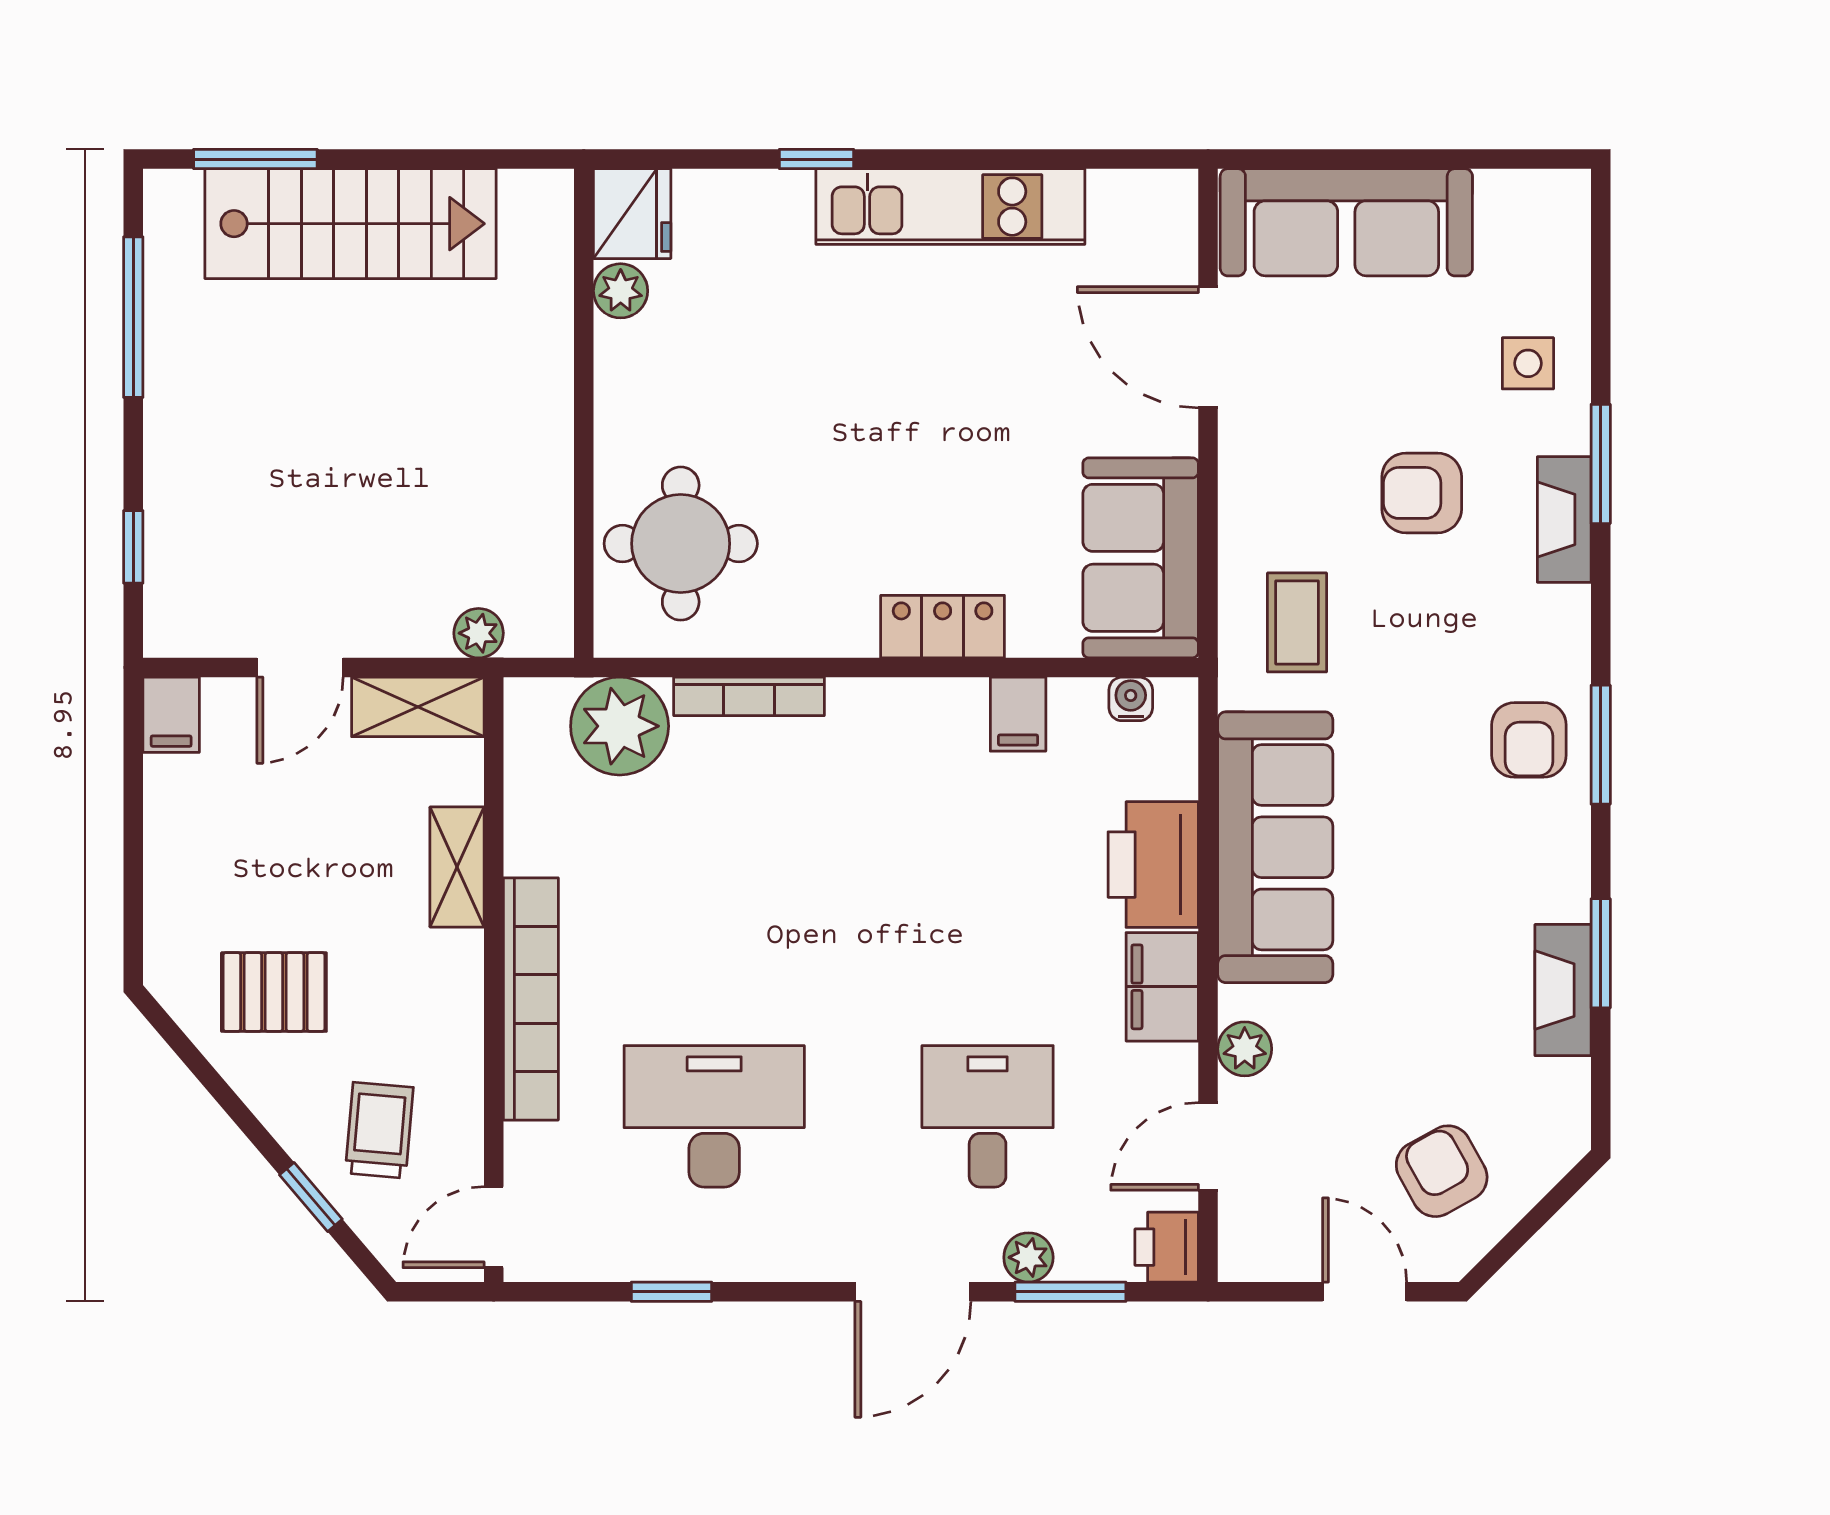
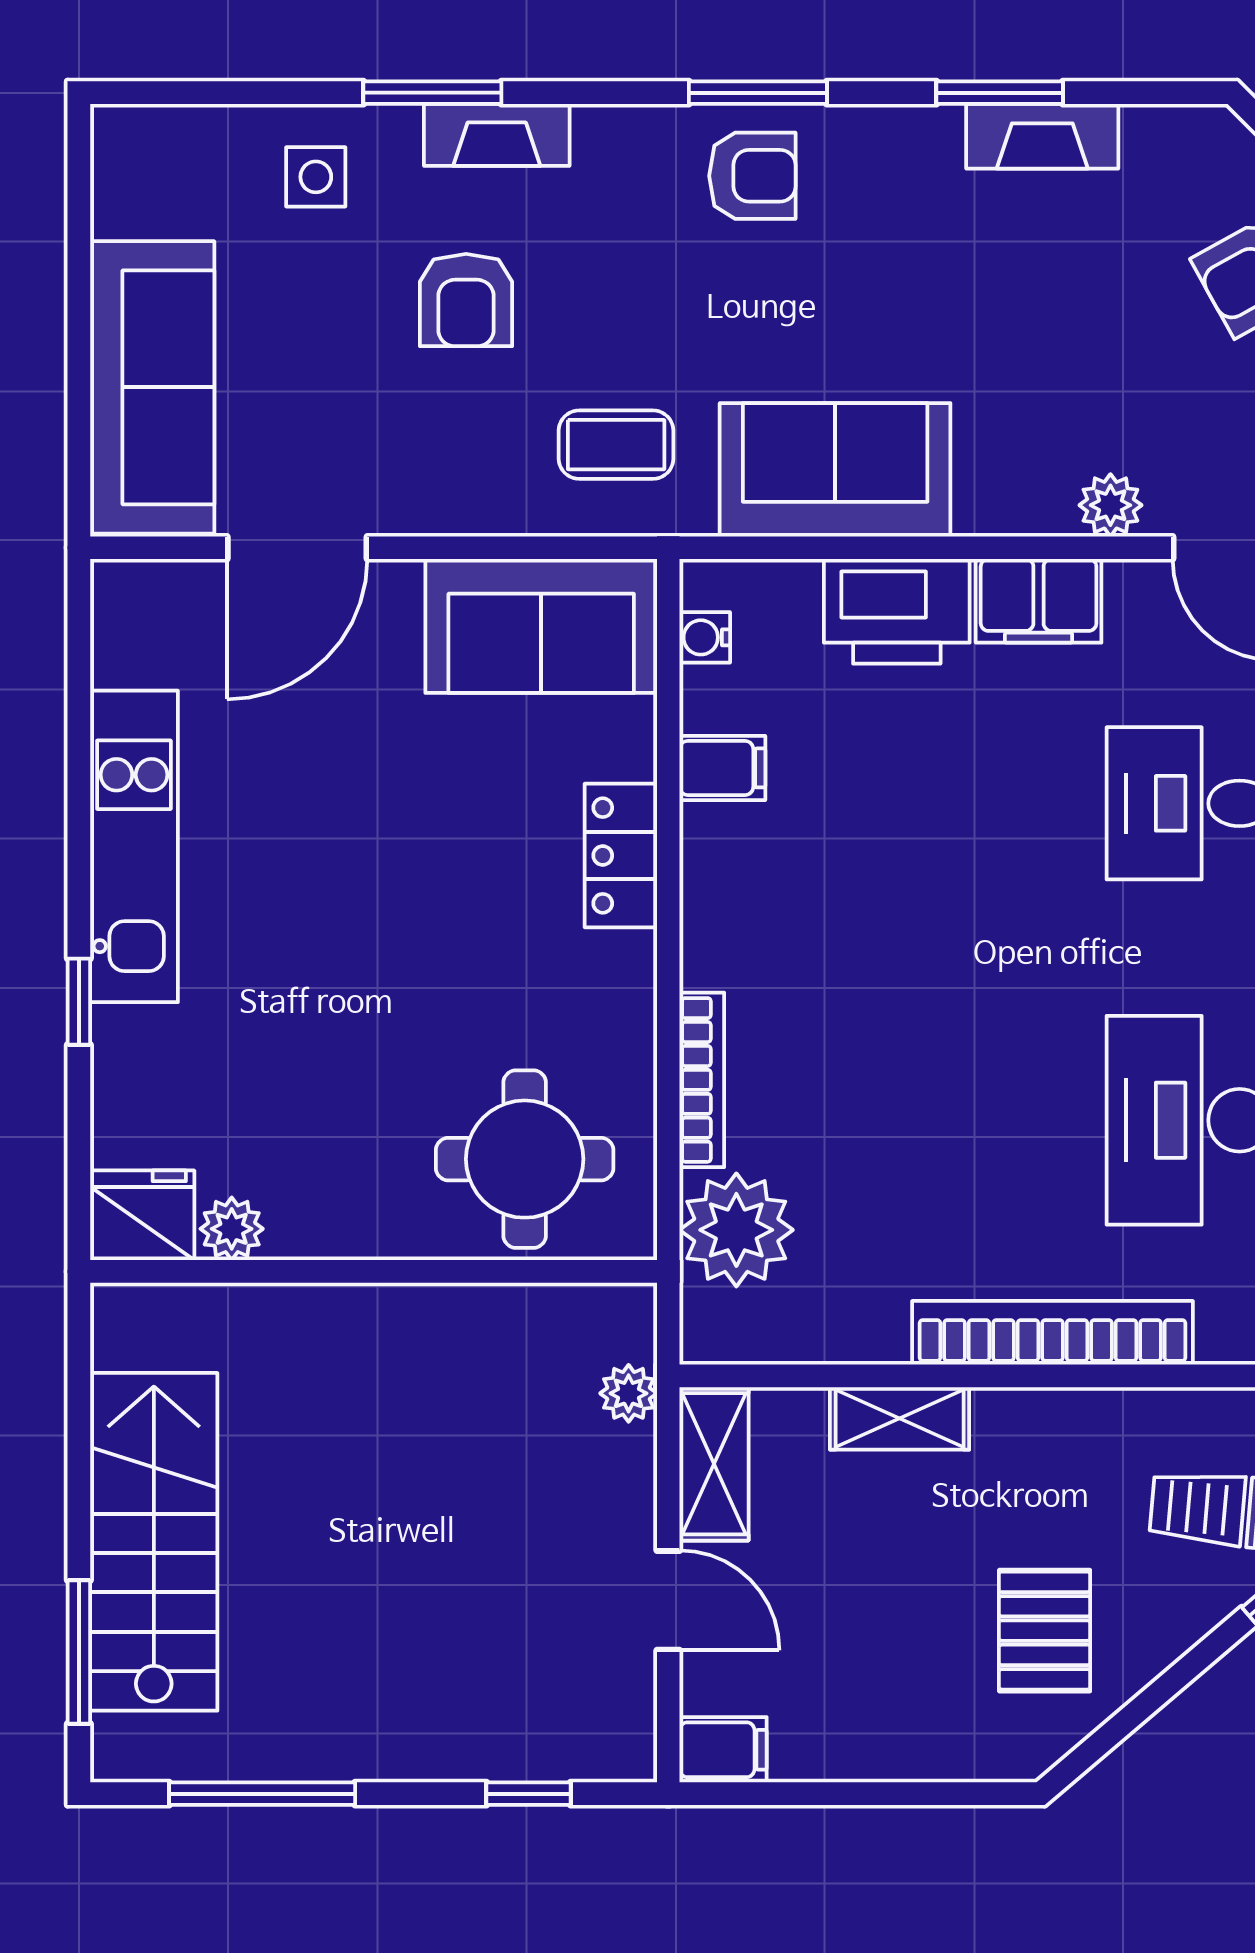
sofa: (1275, 847) -> (835, 470), width x0.73

